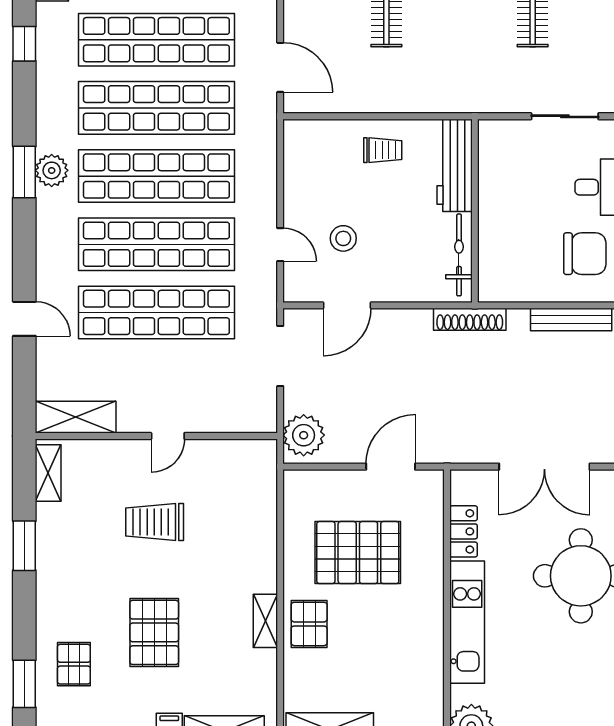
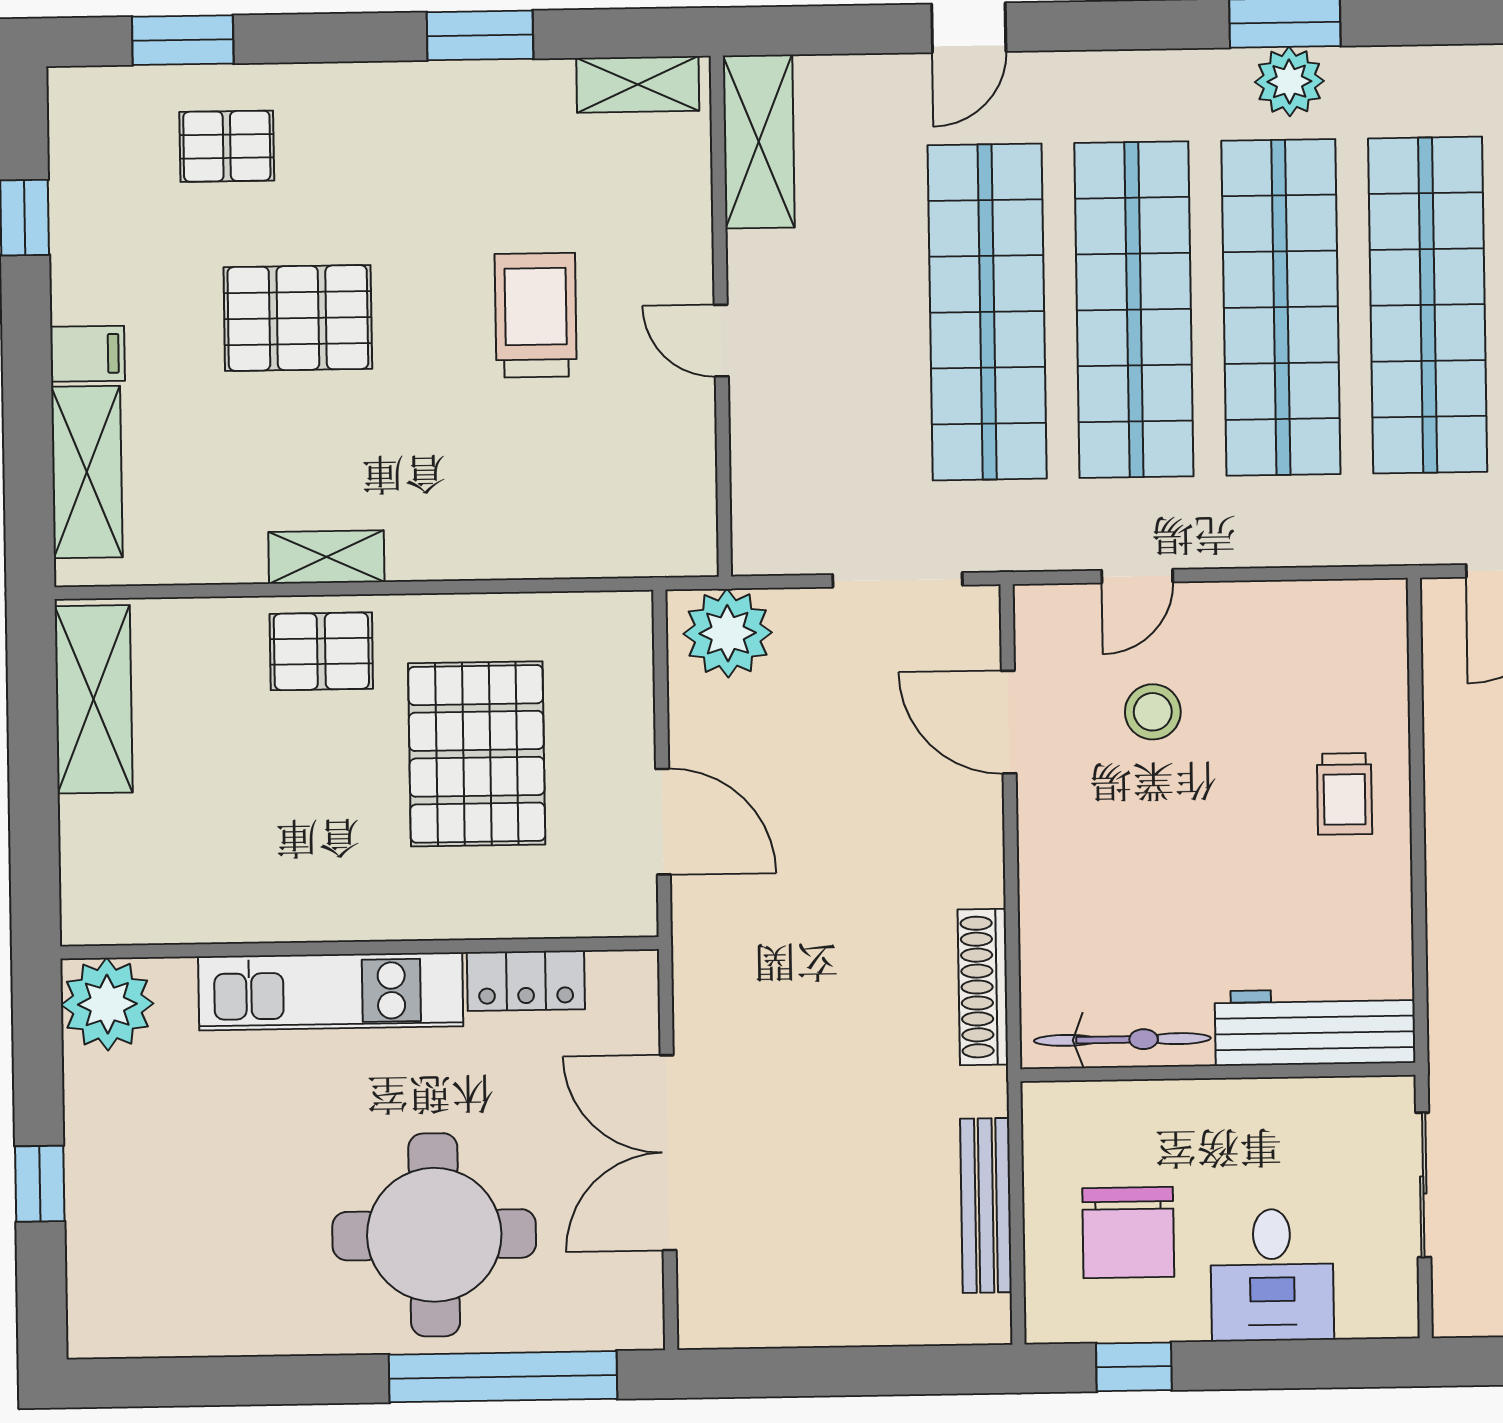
workbench: (455, 165) -> (1315, 1027), moved
wall: (475, 211) -> (1218, 1072), moved
bicycle: (459, 255) -> (1122, 1039), moved

